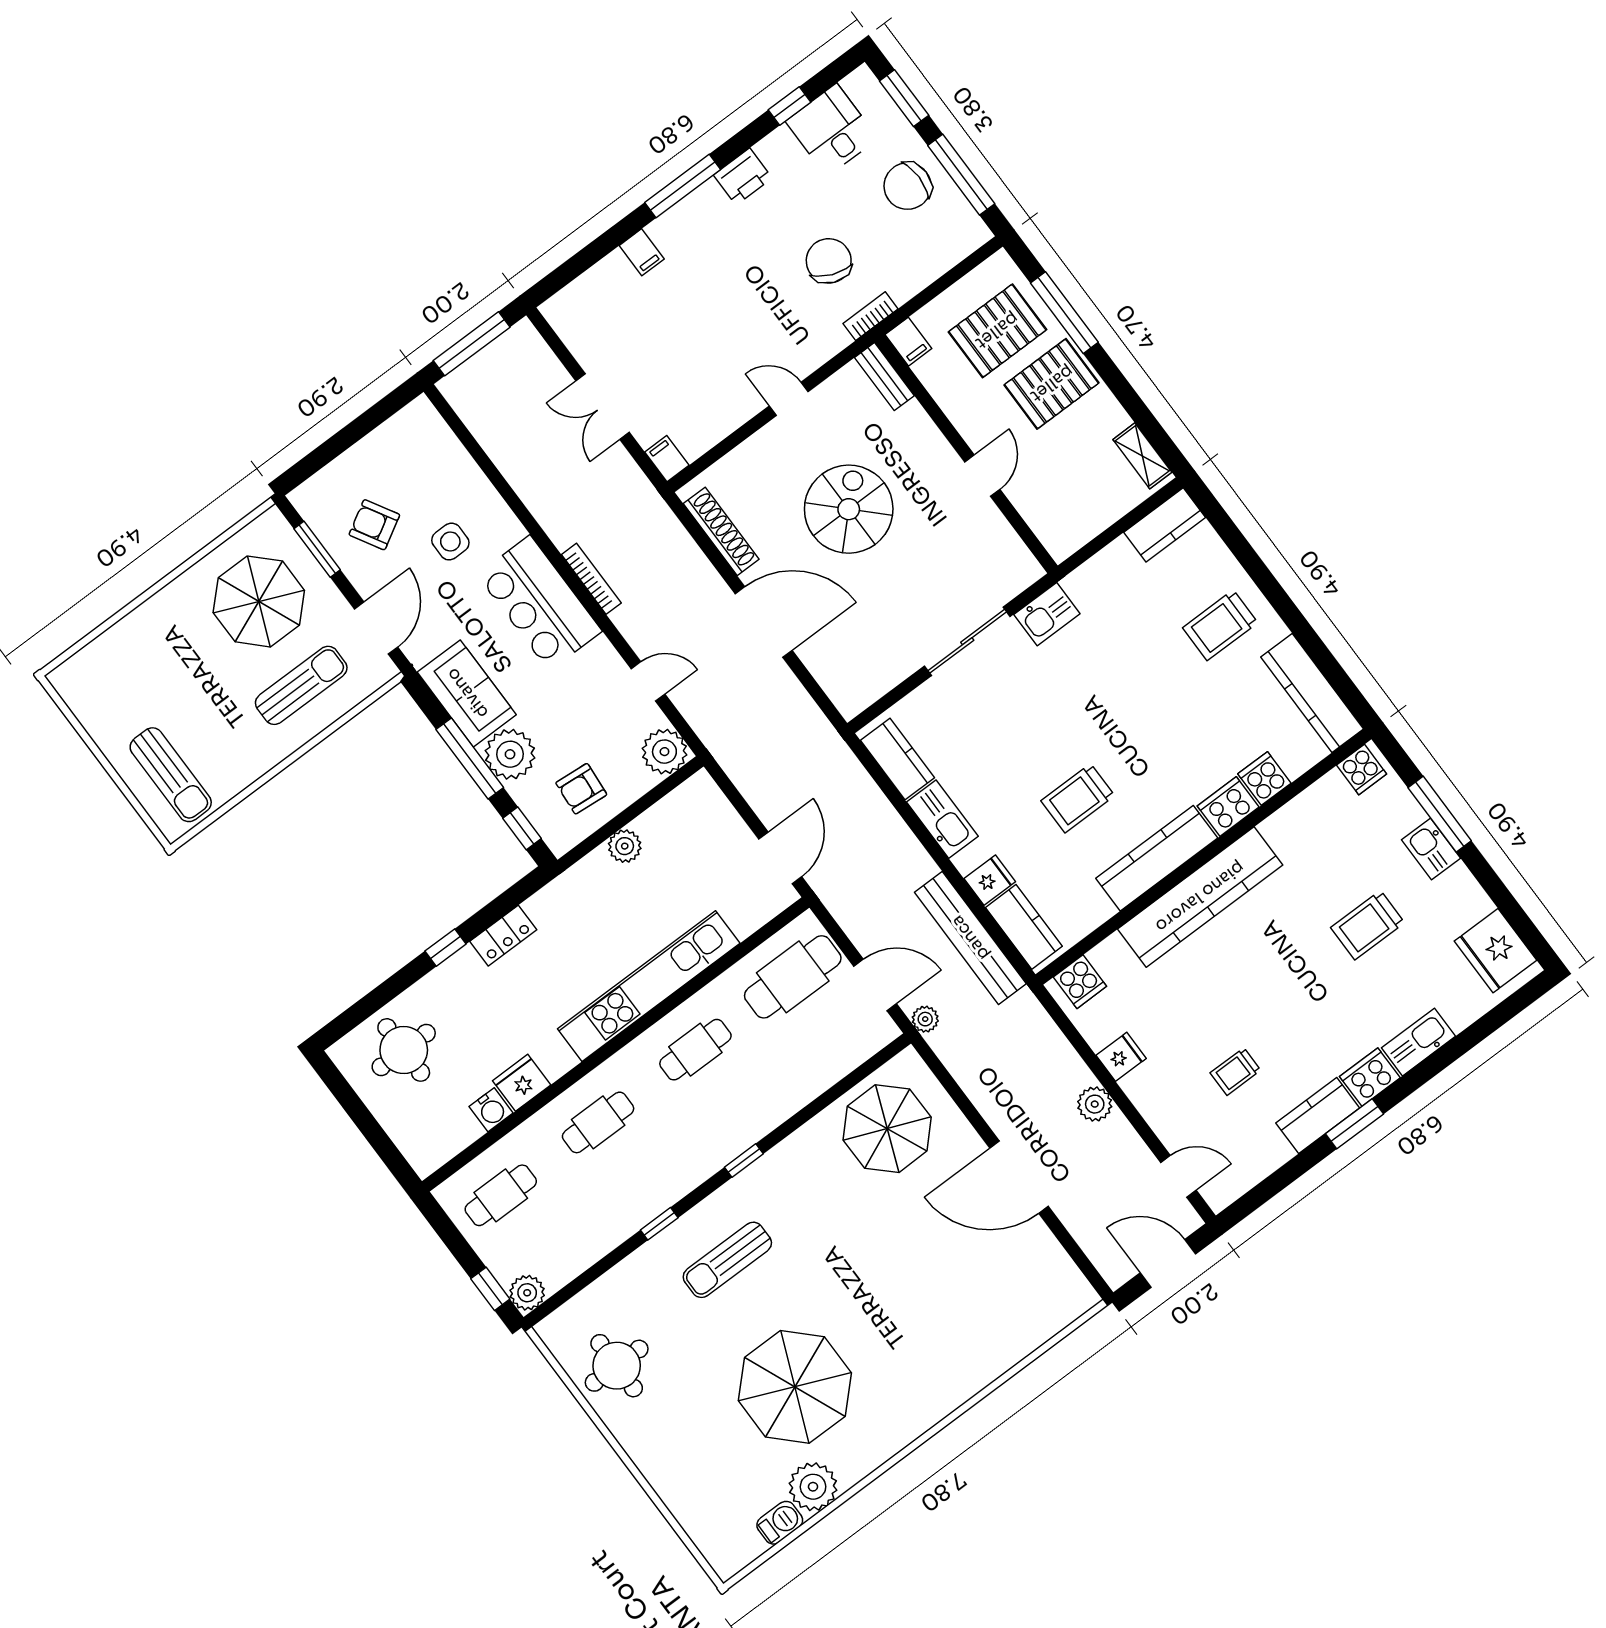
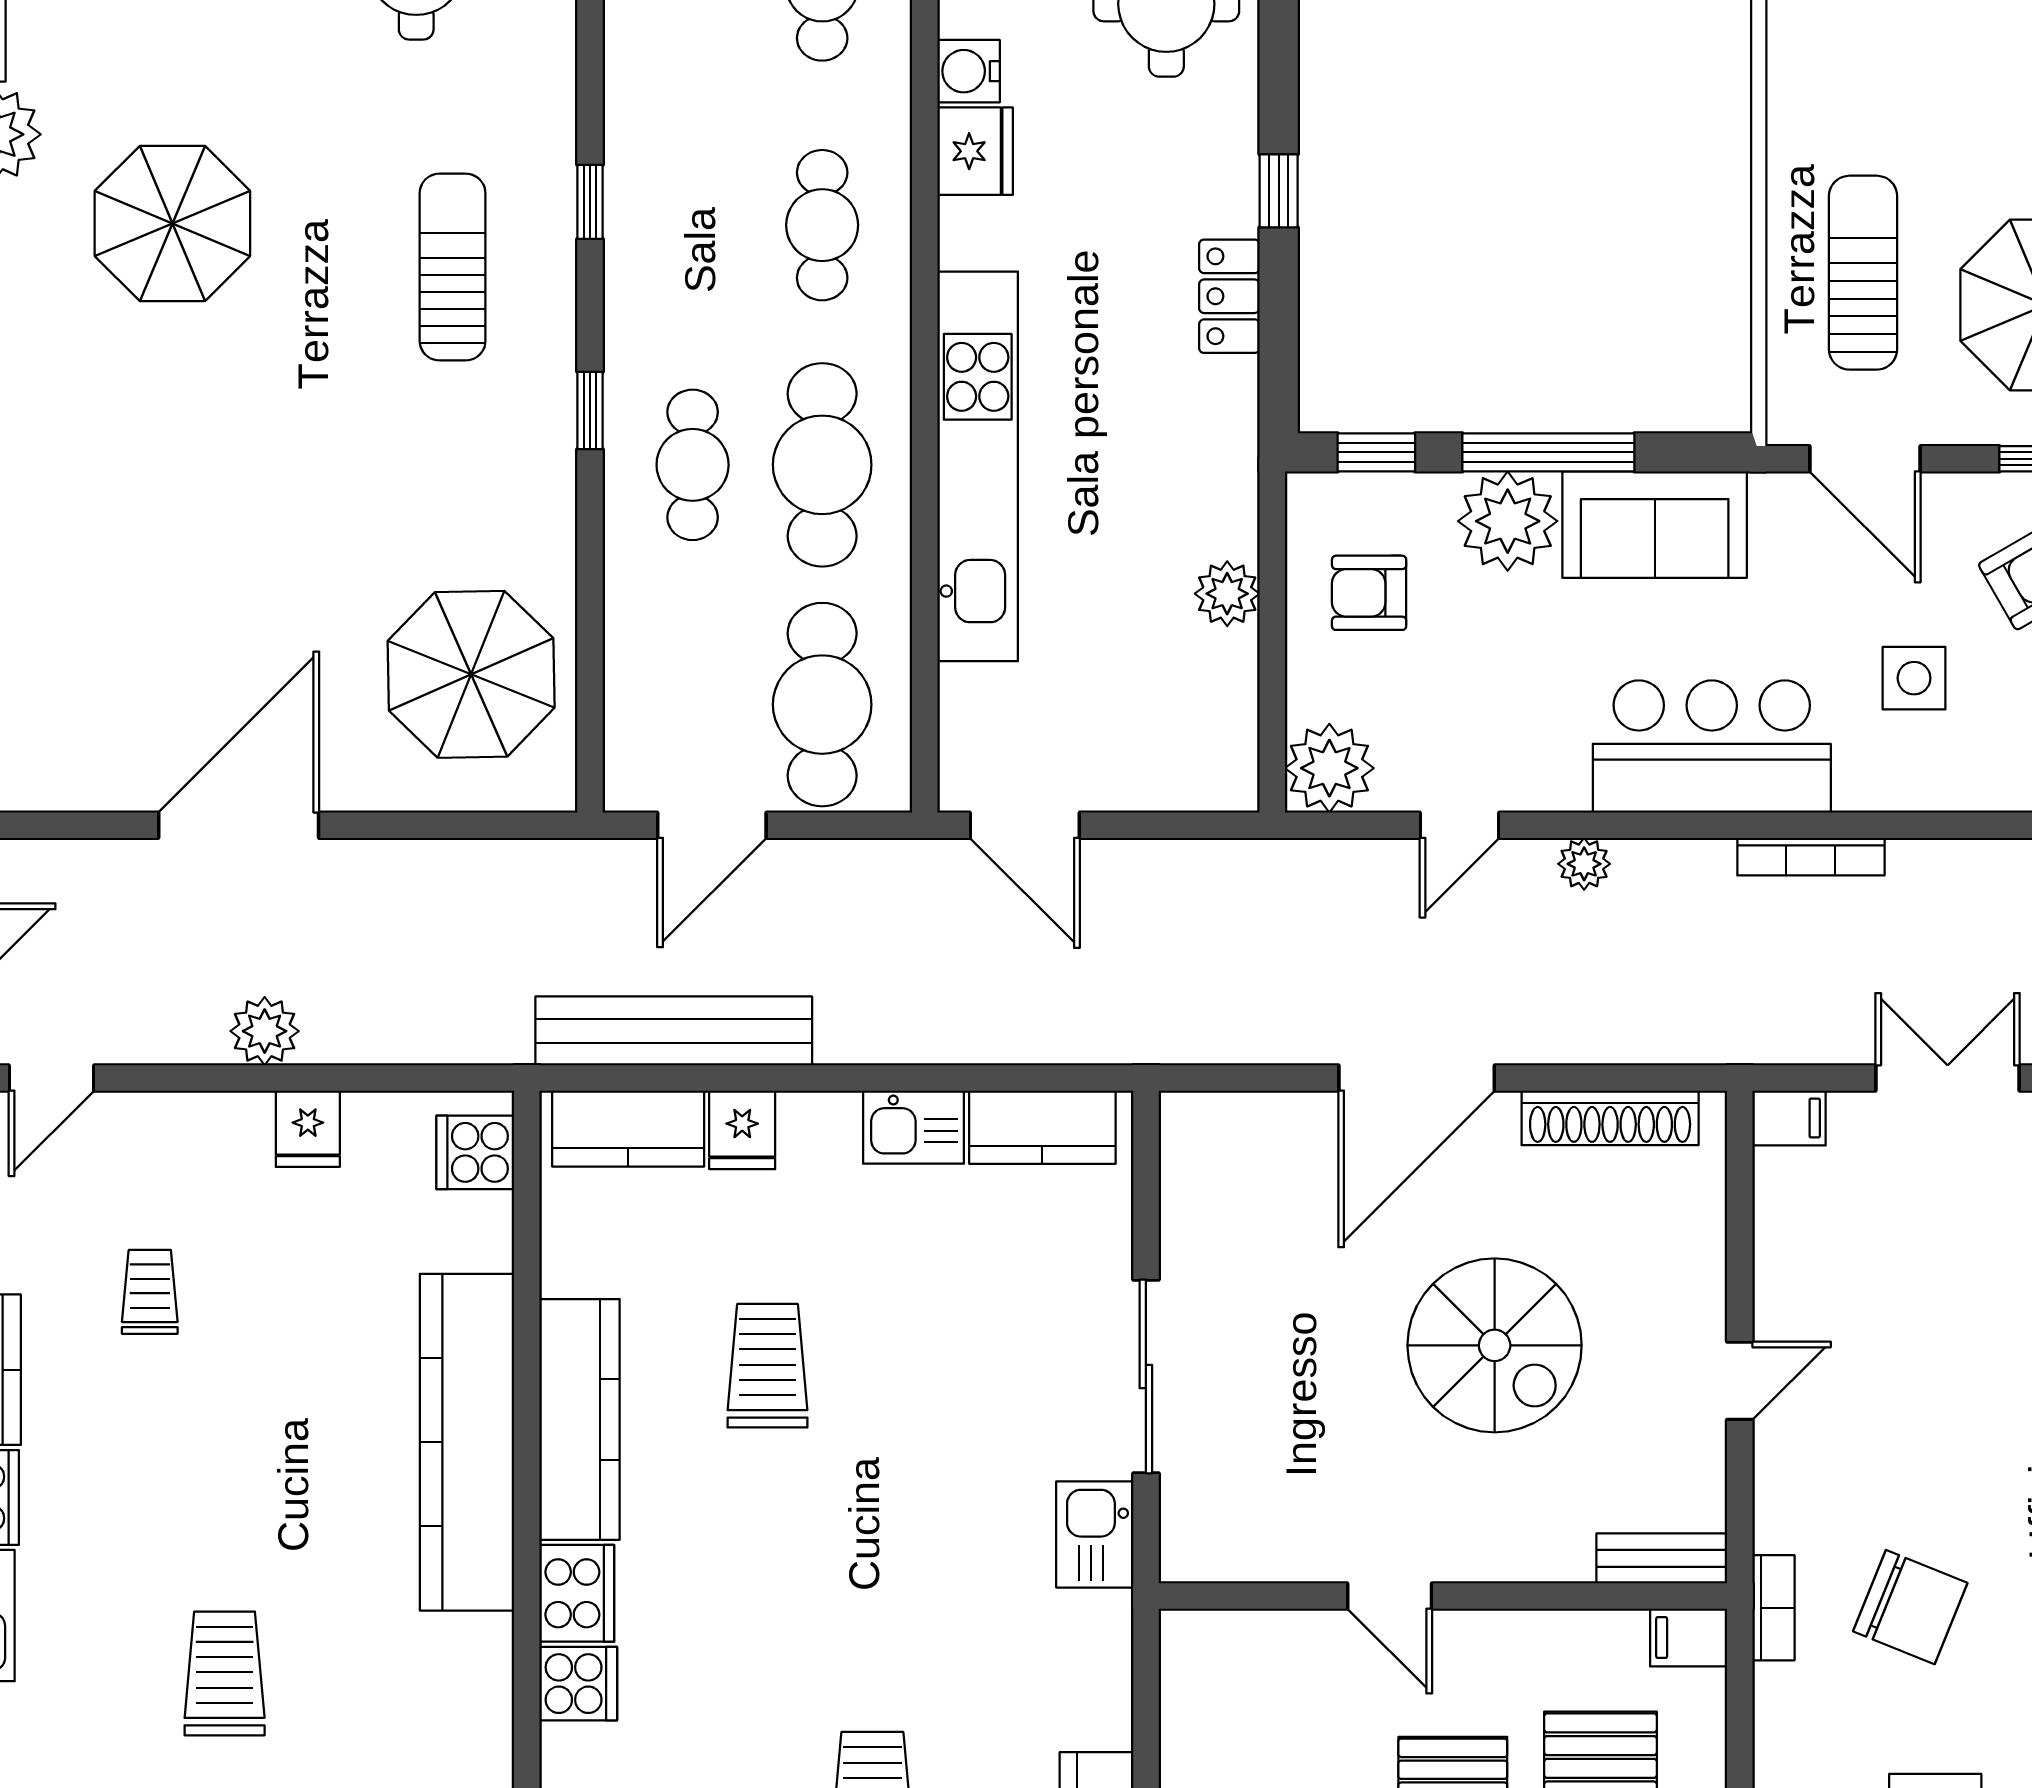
bookcase: (591, 579) -> (1811, 857), moved
sun lounger: (301, 685) -> (1863, 273), turned 180
armchair: (581, 789) -> (1369, 593), turned -95
kitchen sink: (942, 819) -> (914, 1127), width x0.73
plant: (925, 1019) -> (1584, 864), moved
cafe table: (695, 1050) -> (822, 465), width x1.37, depth x1.35
cafe table: (735, 1102) -> (693, 465), added
parasol: (795, 1387) -> (172, 223), width x0.73, depth x0.73

